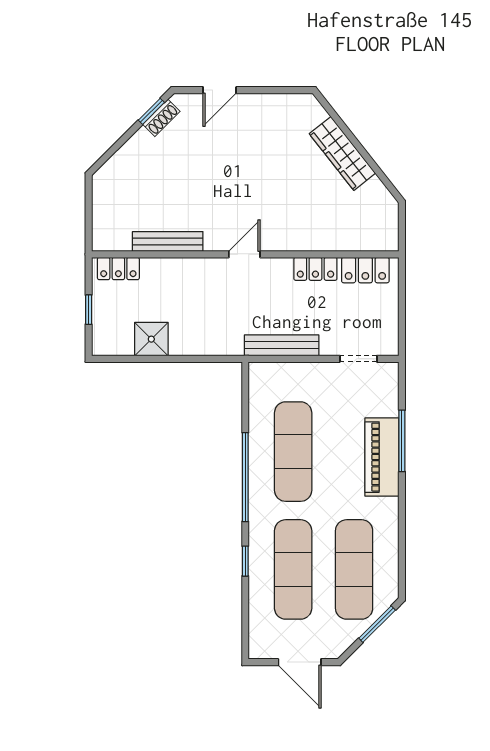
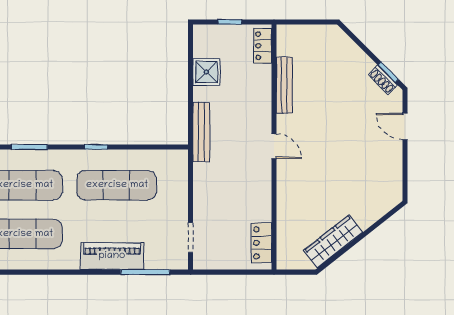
wardrobe: (342, 153) -> (333, 241), moved
locker: (315, 269) -> (262, 203), removed
bench: (282, 345) -> (201, 132), moved
window: (402, 441) -> (145, 272), moved
window: (245, 477) -> (96, 147), width x0.32
window: (245, 561) -> (29, 147), width x1.50

